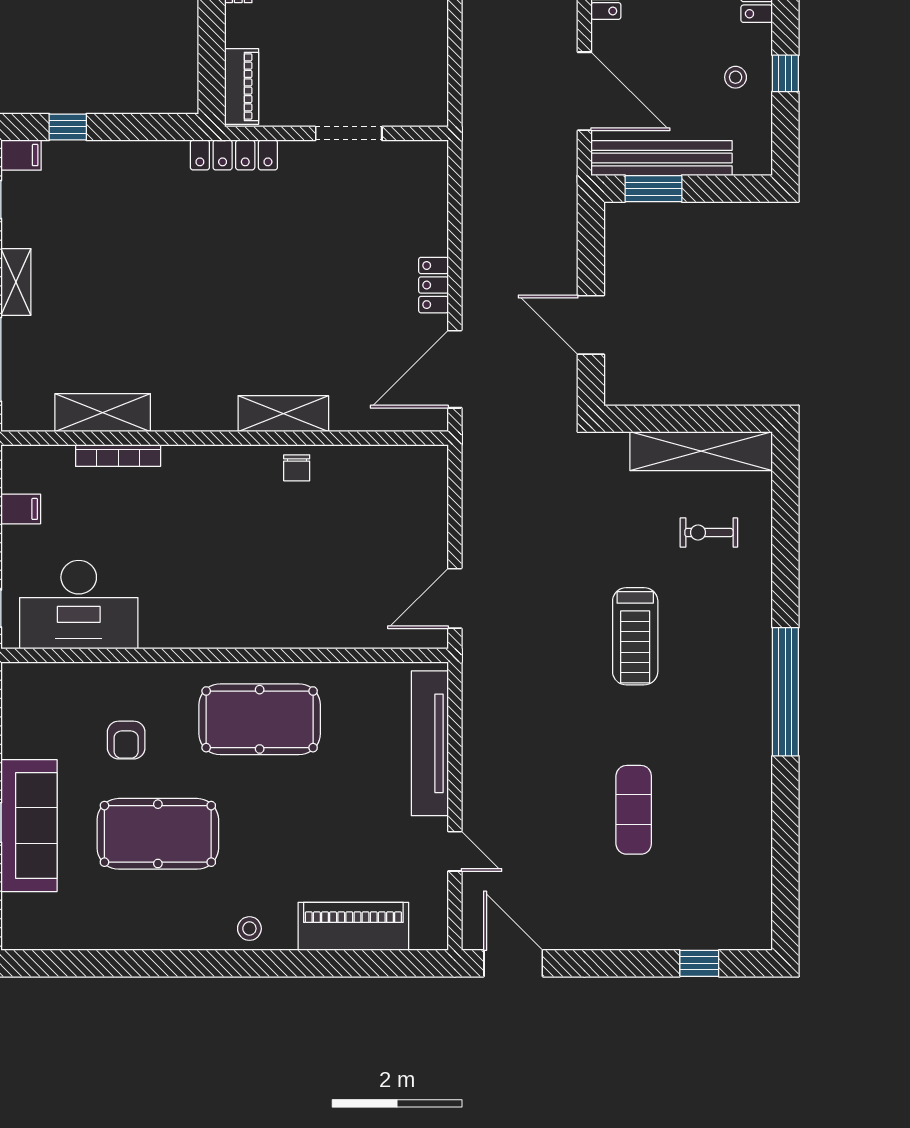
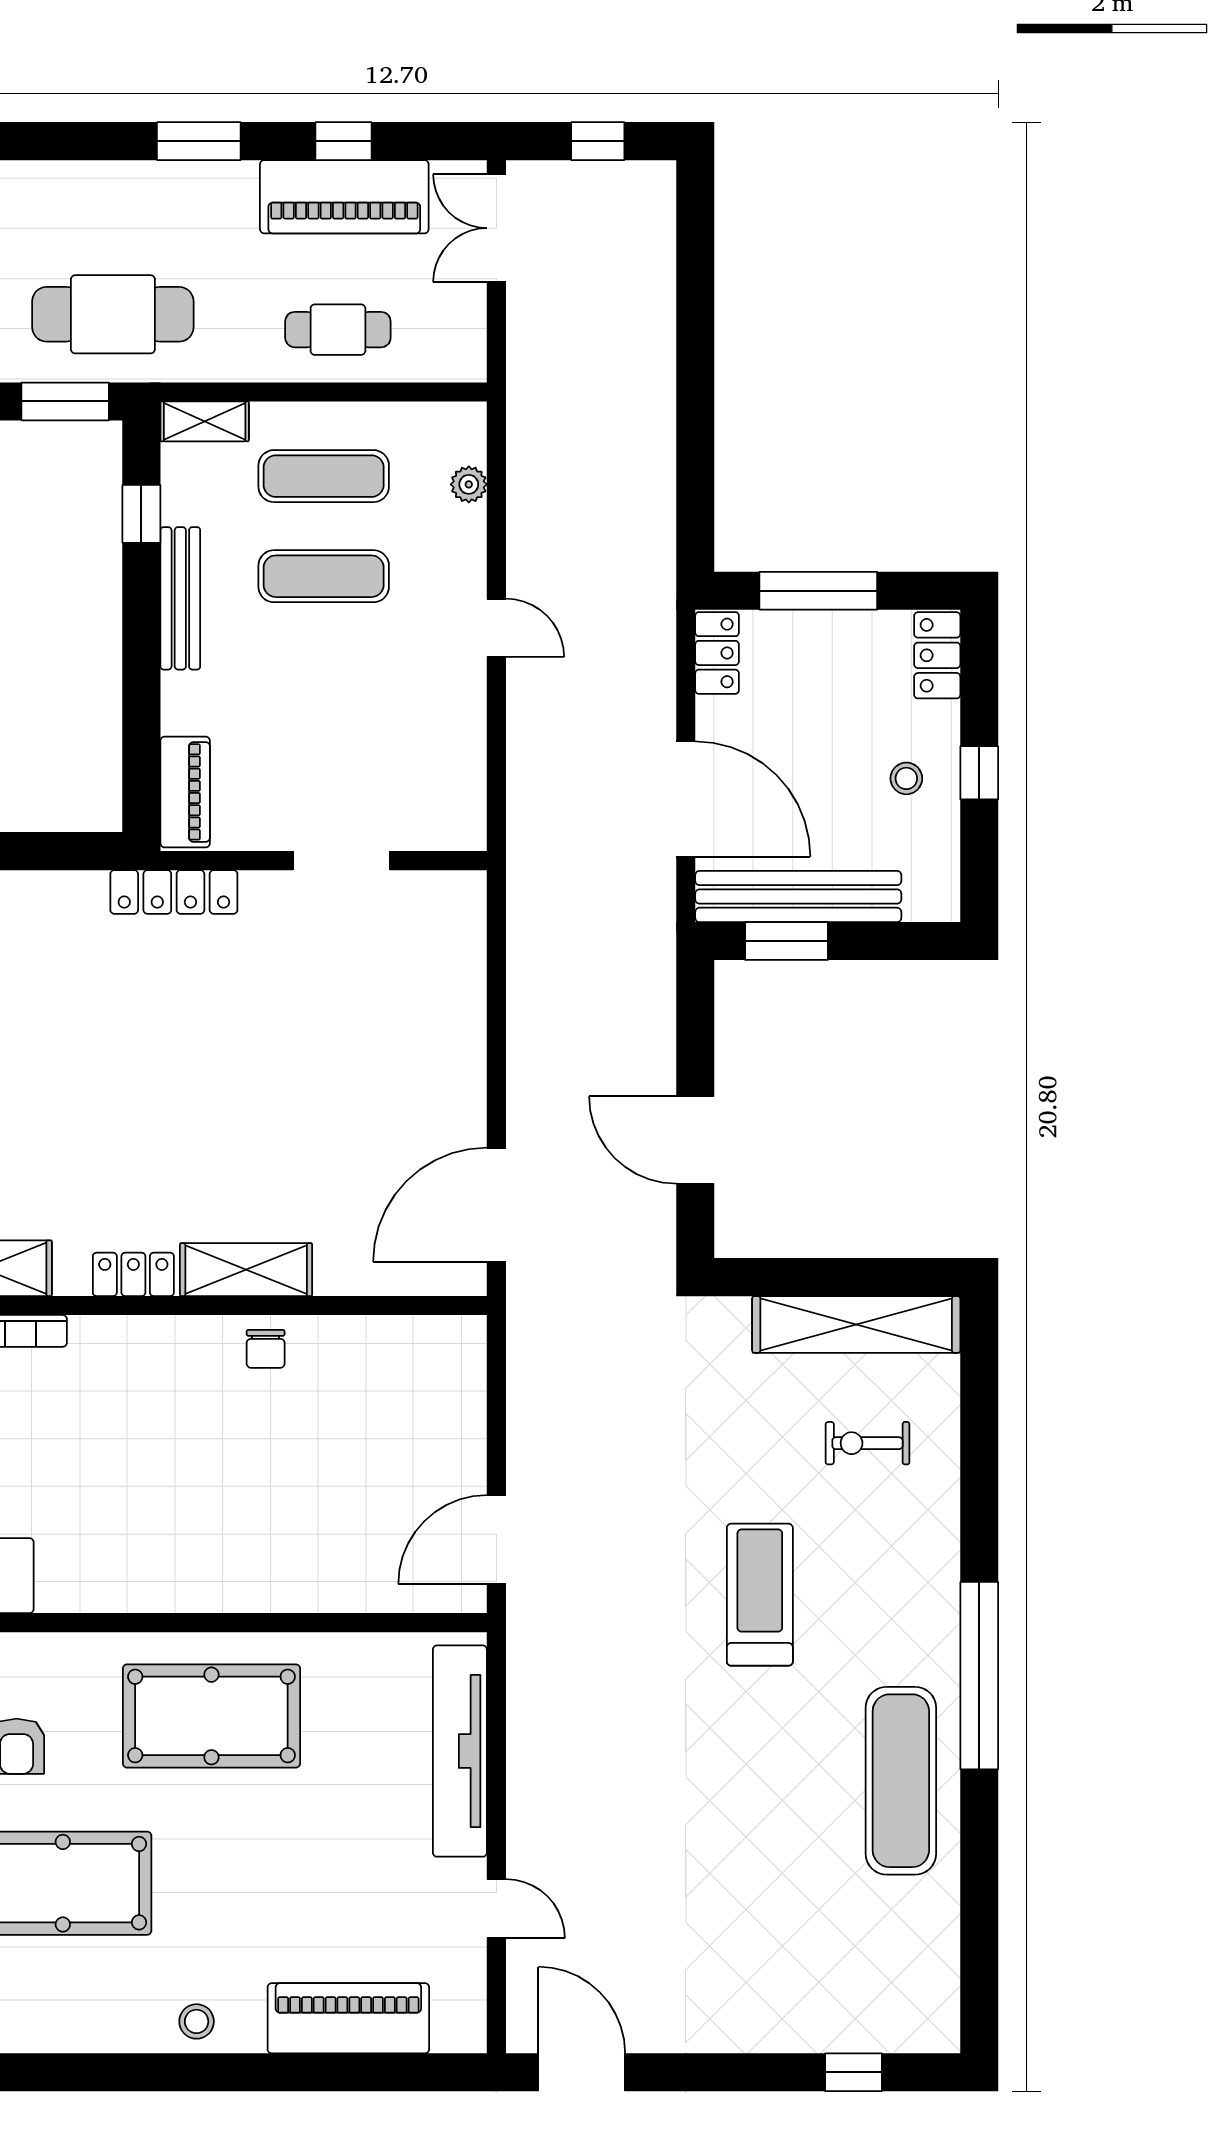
locker: (433, 285) -> (133, 1274), moved, turned 90
treadmill: (635, 636) -> (760, 1595), turned 180
exercise mat: (634, 810) -> (901, 1781), moved, width x1.36, depth x1.45

